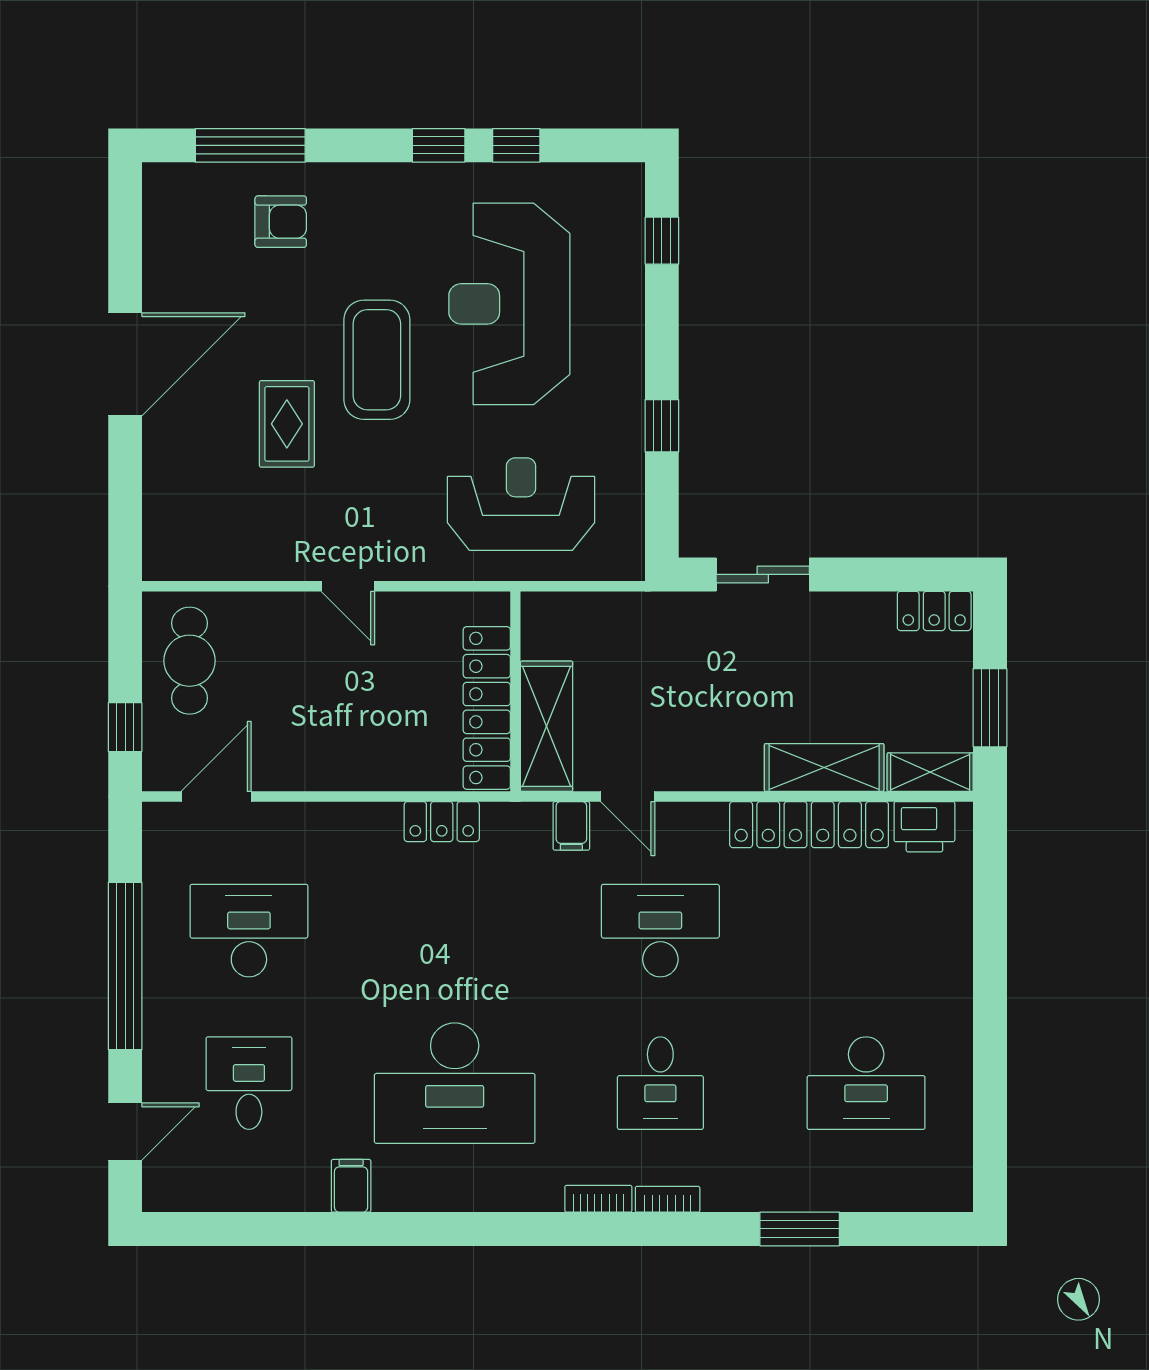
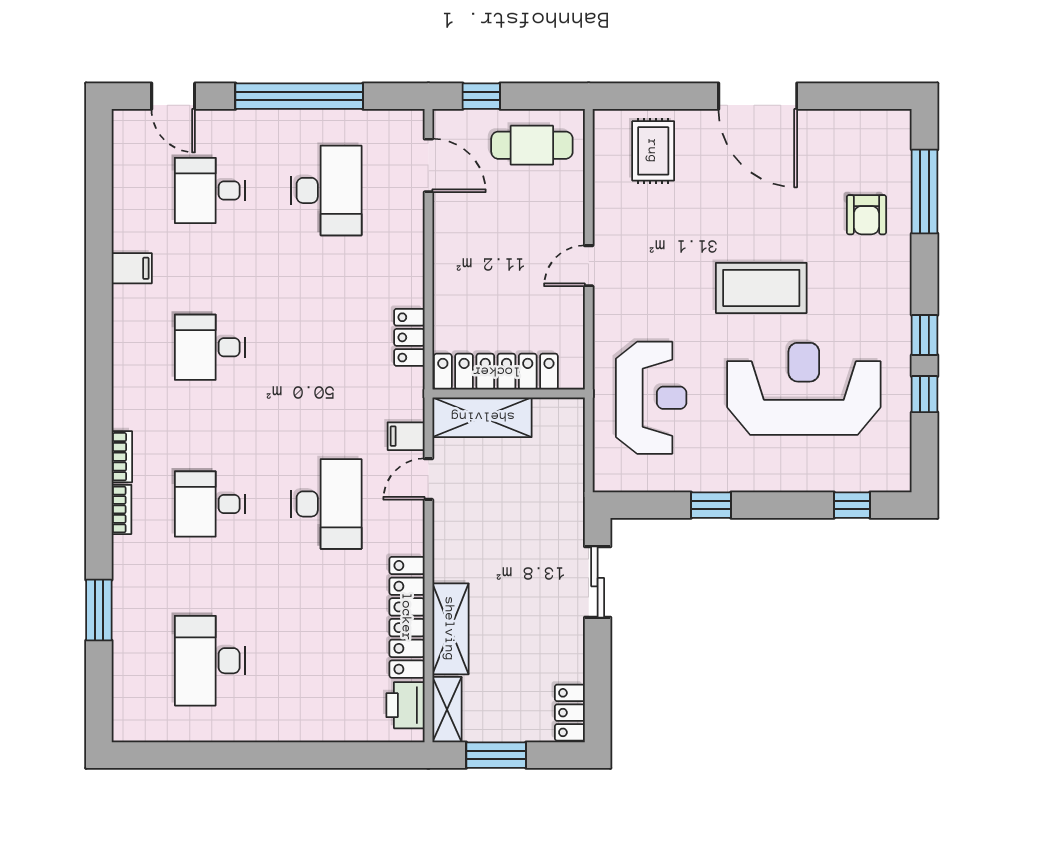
rug: (287, 424) -> (653, 151), moved, turned 90
desk: (249, 1083) -> (210, 190), turned 180
desk: (455, 1083) -> (210, 347), width x0.53, depth x0.77

